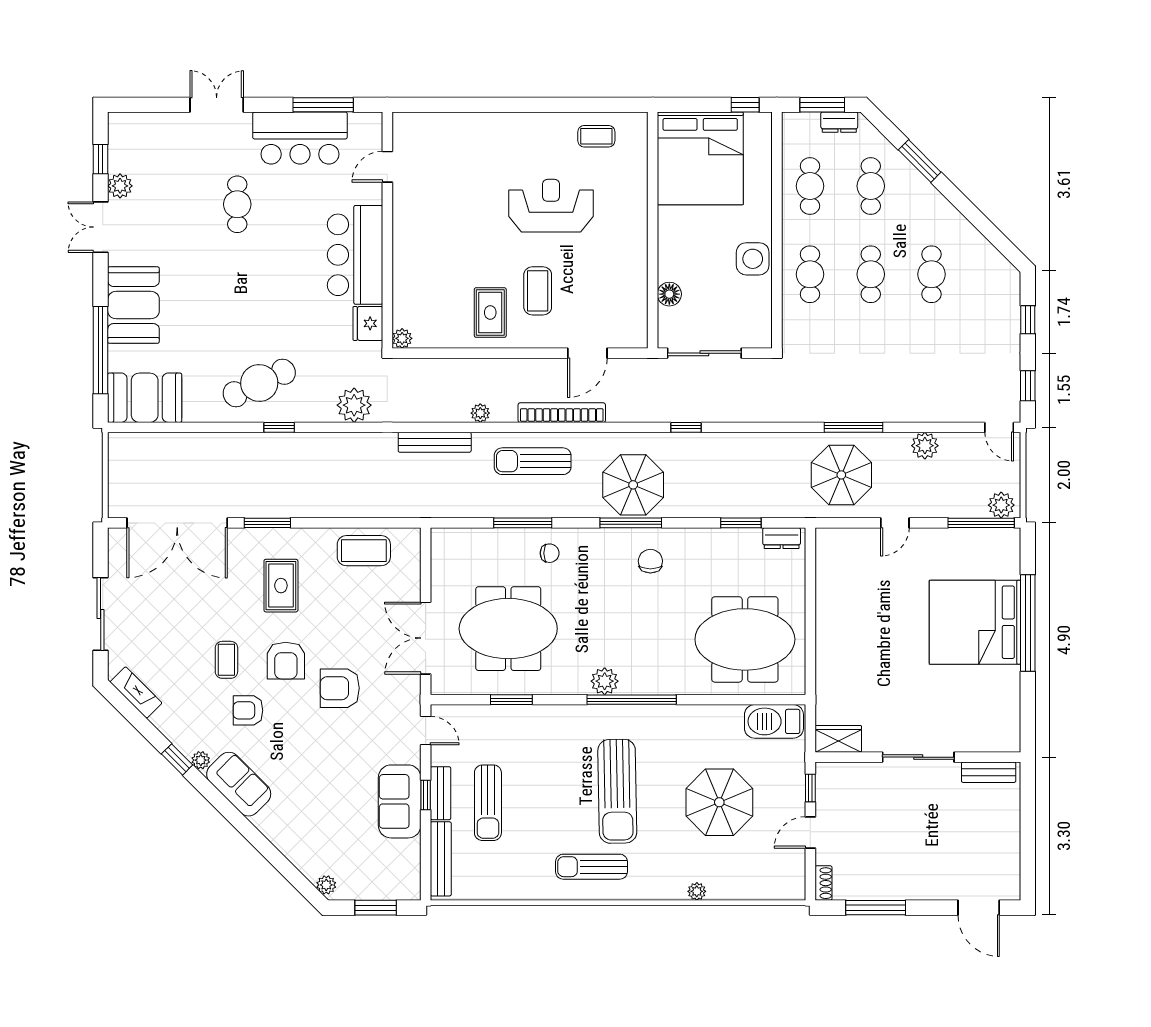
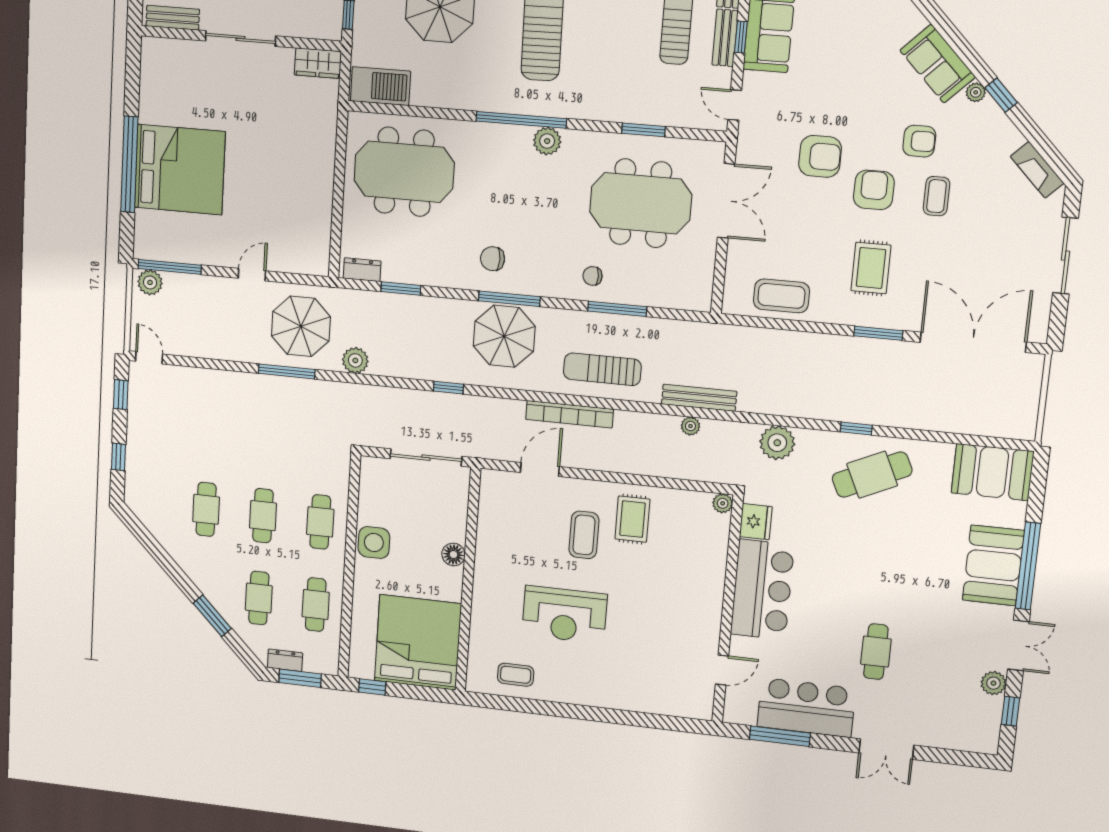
floor lamp: (669, 294) -> (453, 554), moved
window: (101, 350) -> (1028, 566), moved
plant: (480, 413) -> (690, 426), moved
plant: (925, 446) -> (355, 360), moved
sun lounger: (533, 461) -> (602, 369), turned 180
chair: (650, 561) -> (493, 259), turned 90

